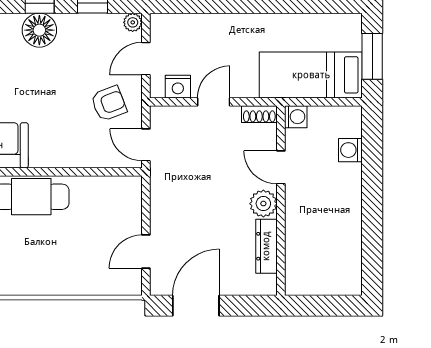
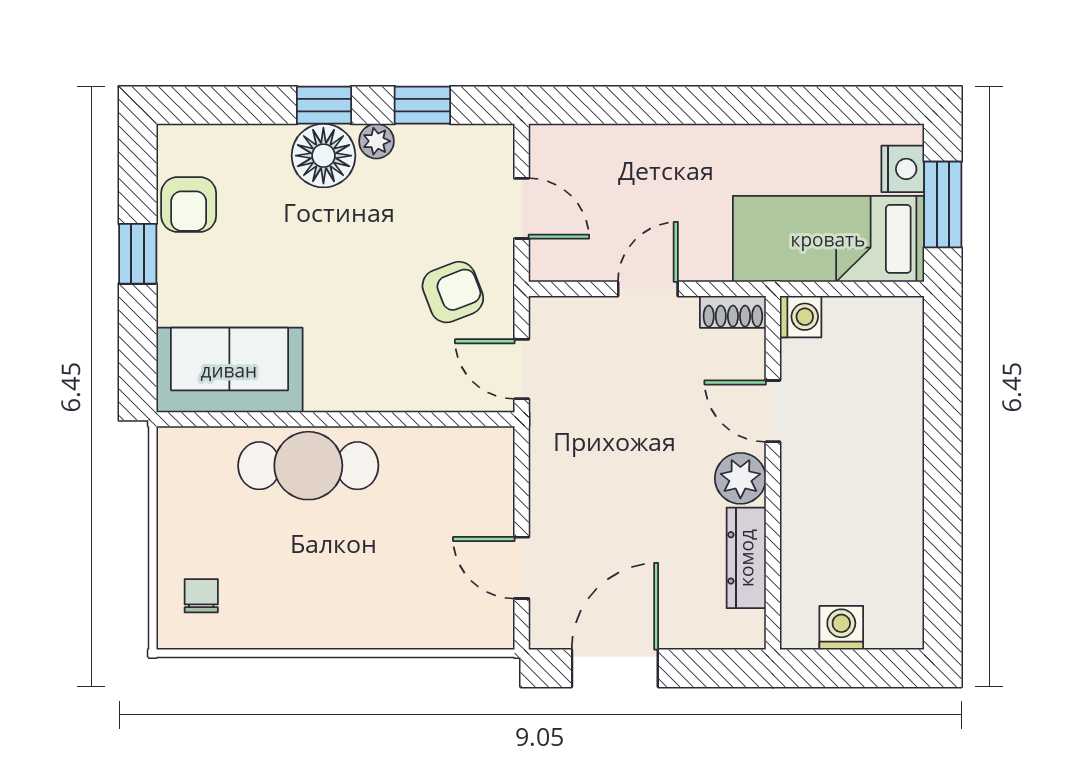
plant: (133, 22) -> (376, 141), moved
door: (146, 59) -> (522, 208), swing flipped
nightstand: (178, 87) -> (903, 169), moved, turned -90
washing machine: (350, 150) -> (841, 628), moved, turned 90
door: (146, 252) -> (522, 568), hinge flipped

